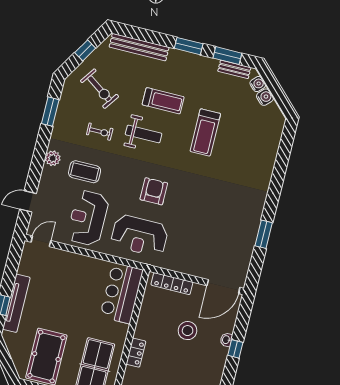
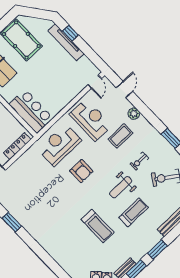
treadmill: (163, 101) -> (134, 212), turned 180
treadmill: (205, 132) -> (98, 226), turned 180
plant: (53, 158) -> (134, 114), moved

